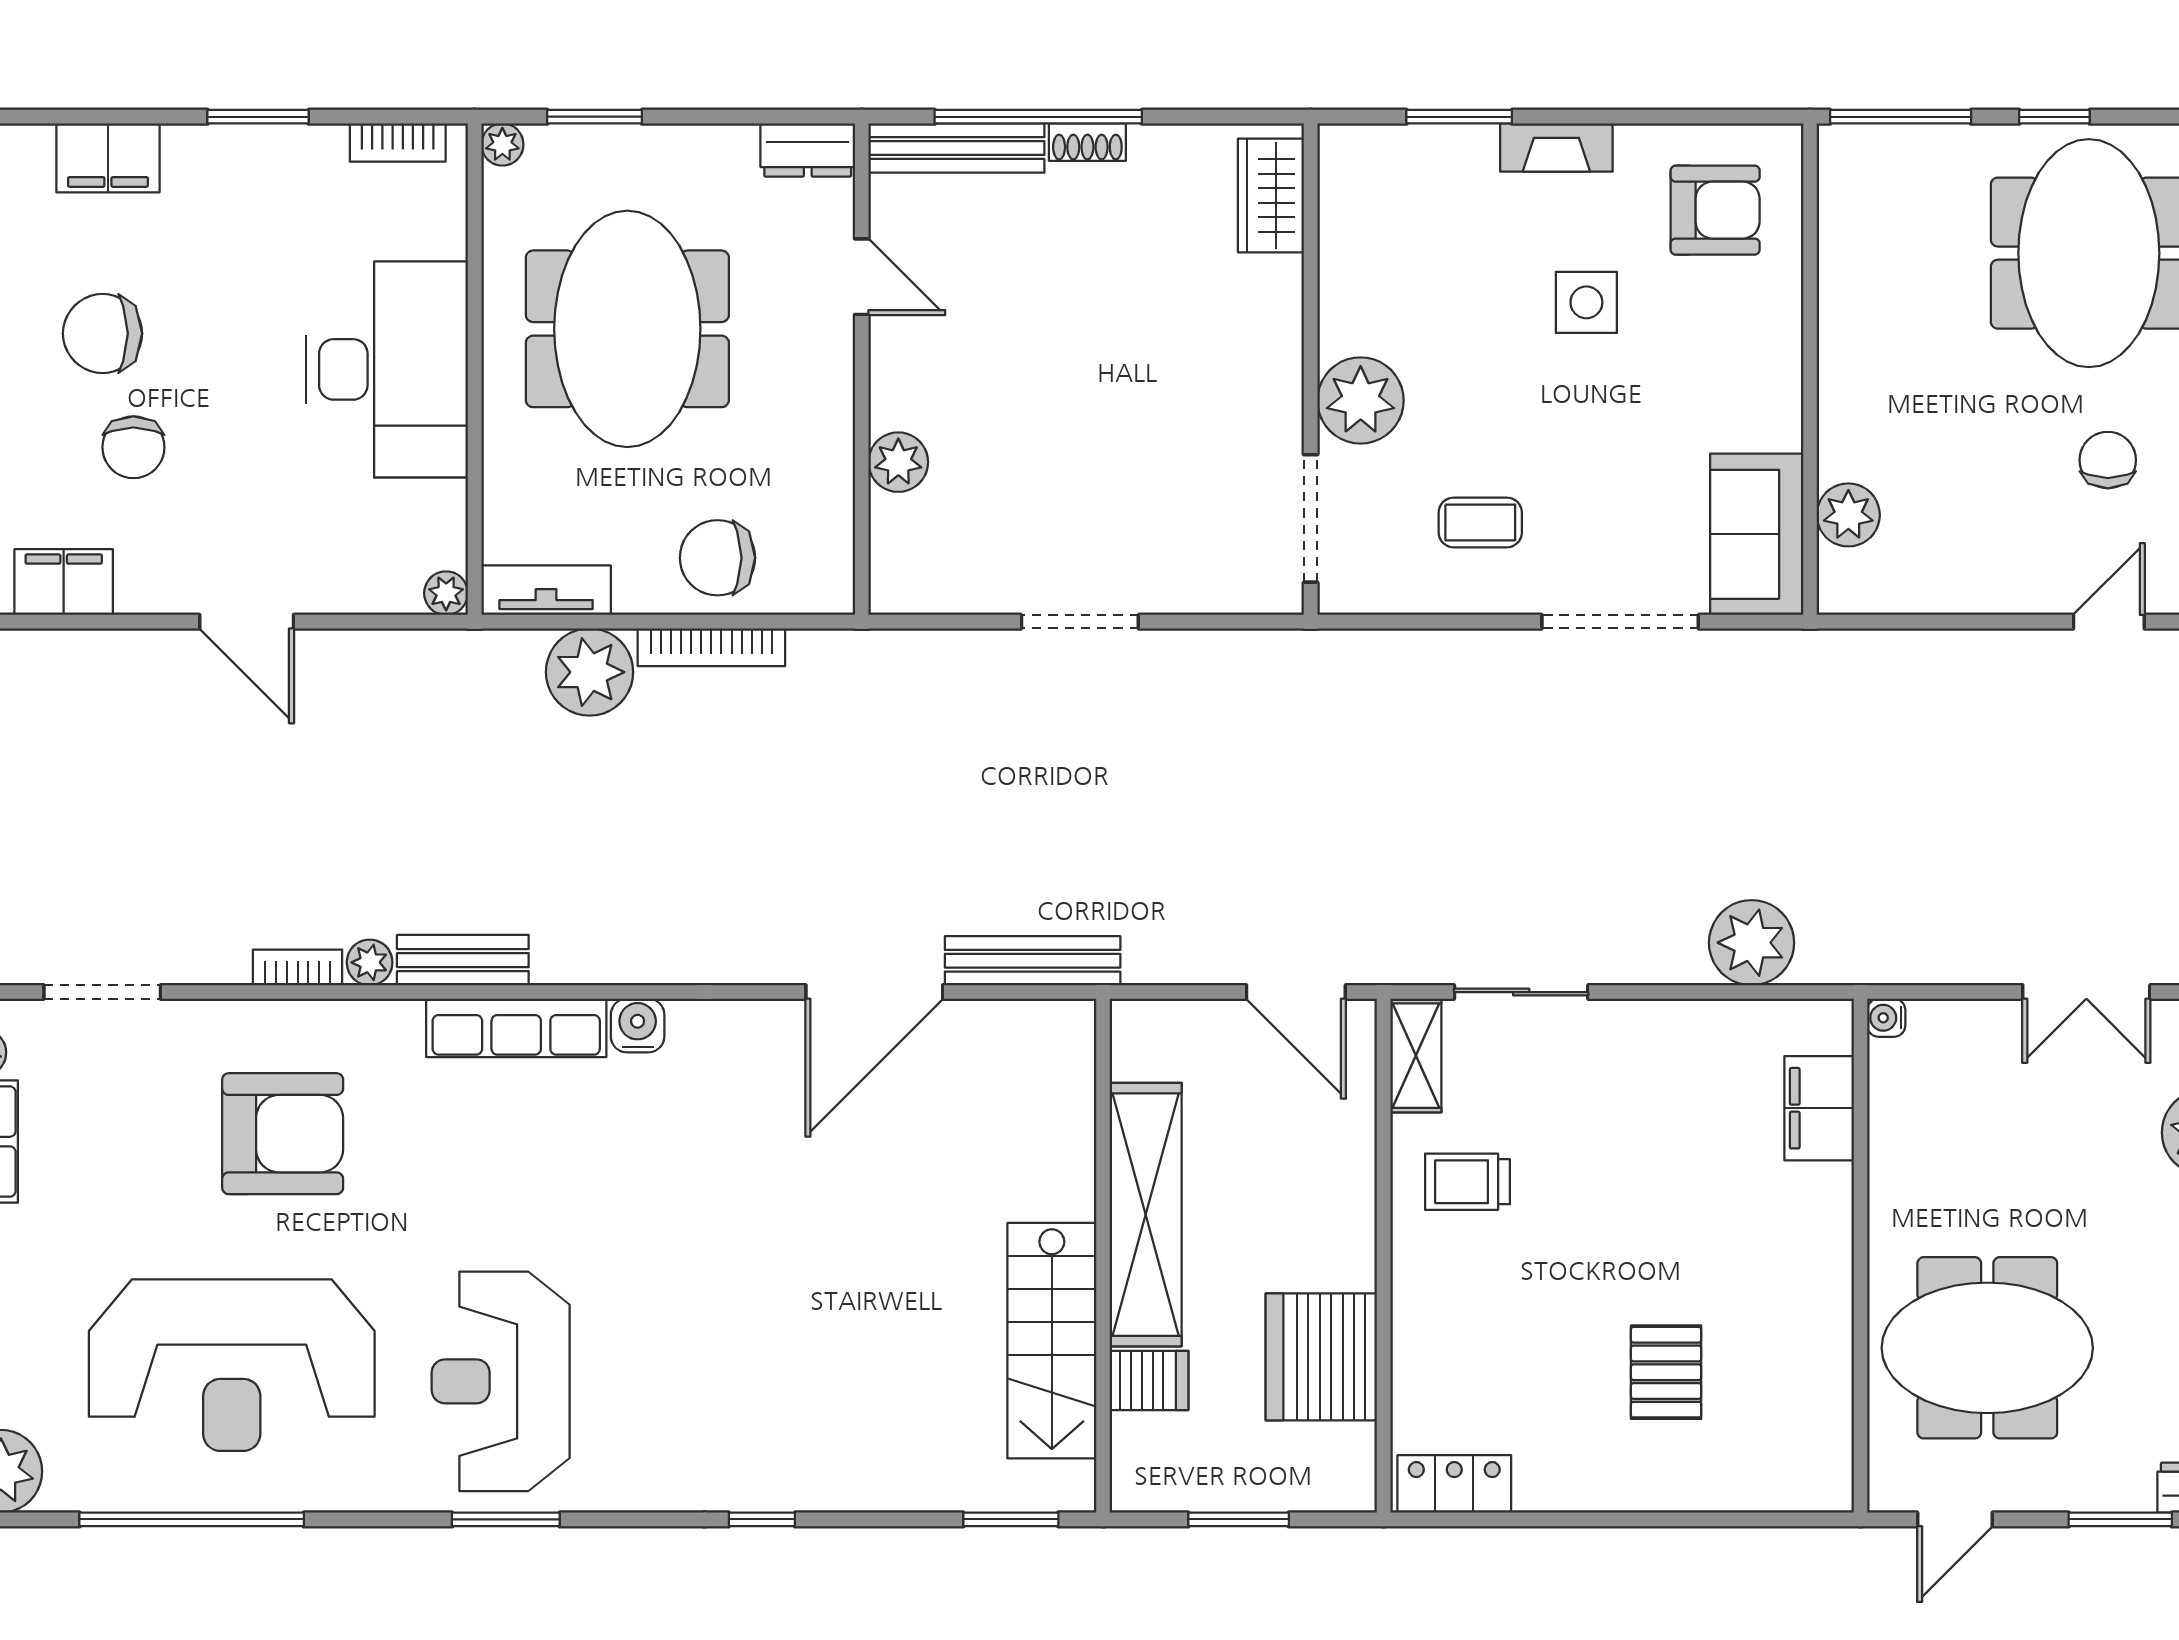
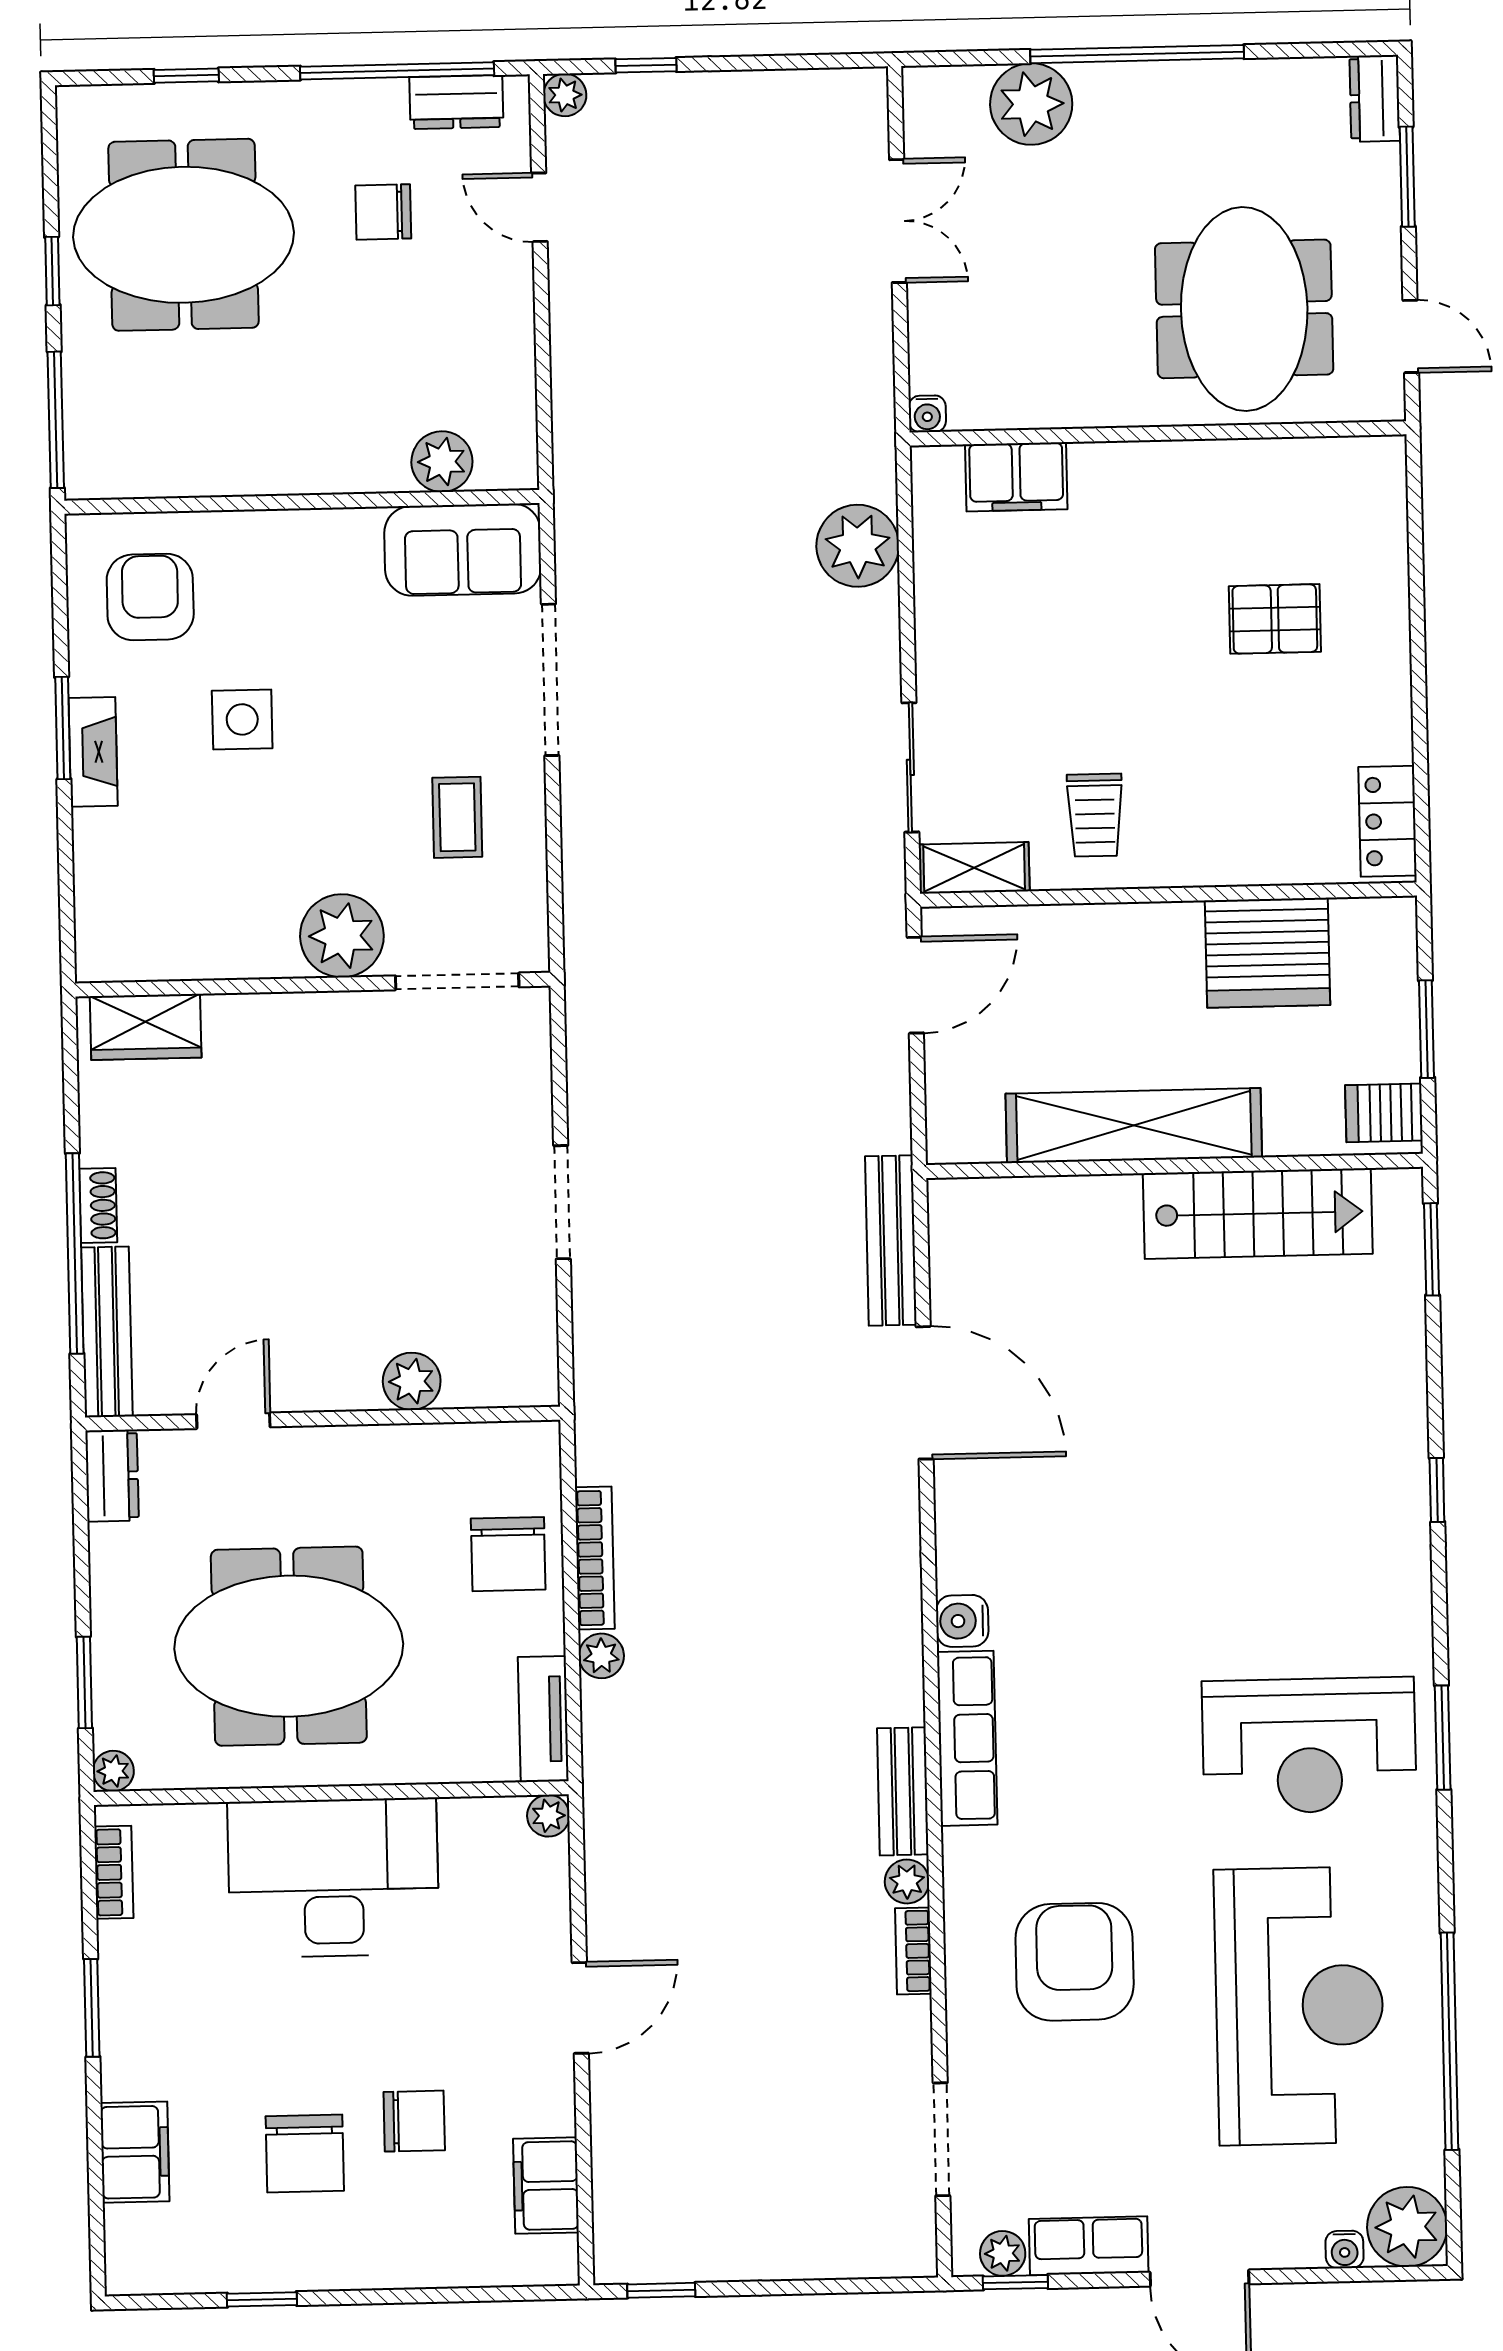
window: (1459, 117) -> (63, 728), moved
plant: (590, 672) -> (601, 1656), width x0.53, depth x0.53
server rack: (1149, 1380) -> (1384, 1113), moved, turned -90

